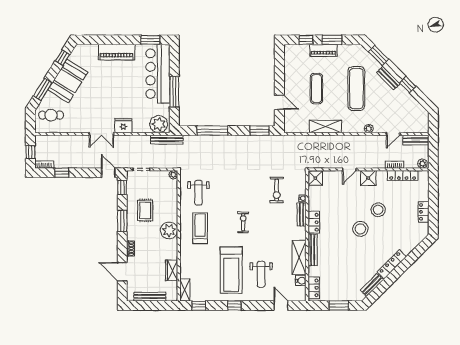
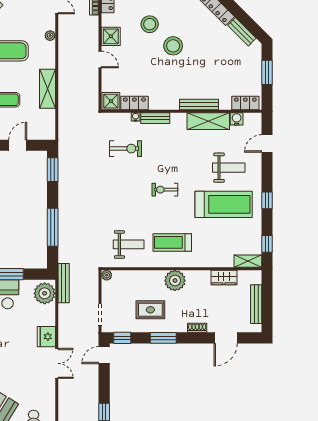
locker: (314, 222) -> (134, 103), moved

